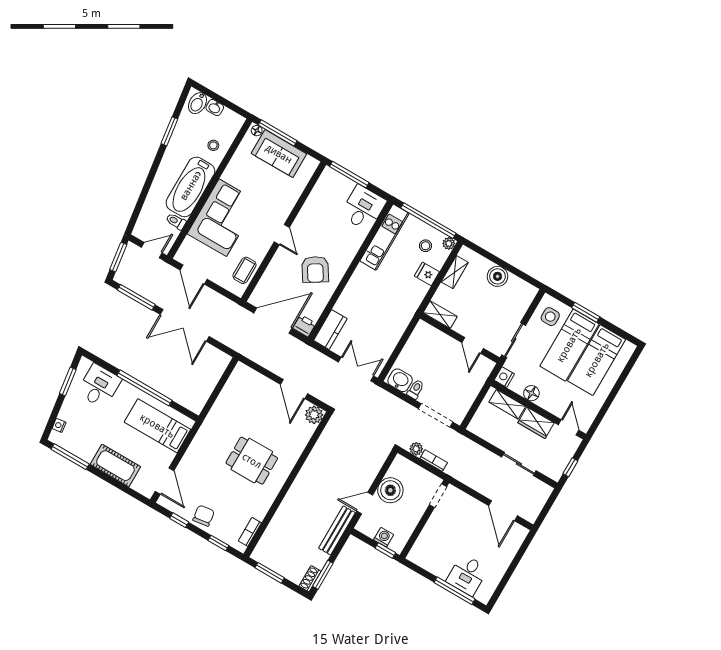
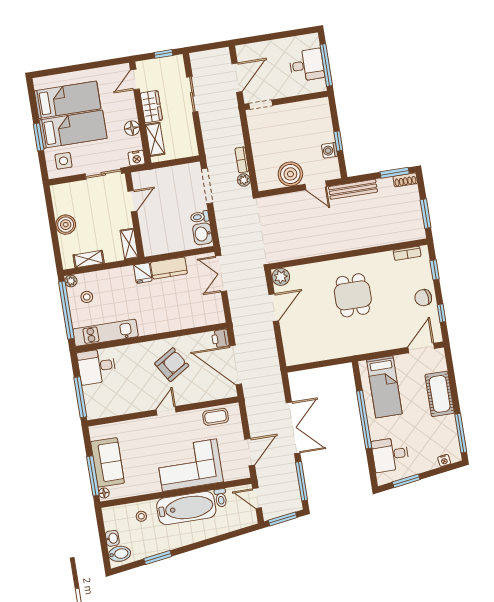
fridge: (427, 274) -> (143, 273), moved
kitchen counter: (330, 330) -> (169, 268), moved, turned 180
doorway: (438, 496) -> (261, 104), moved
wall: (424, 519) -> (286, 100), moved

